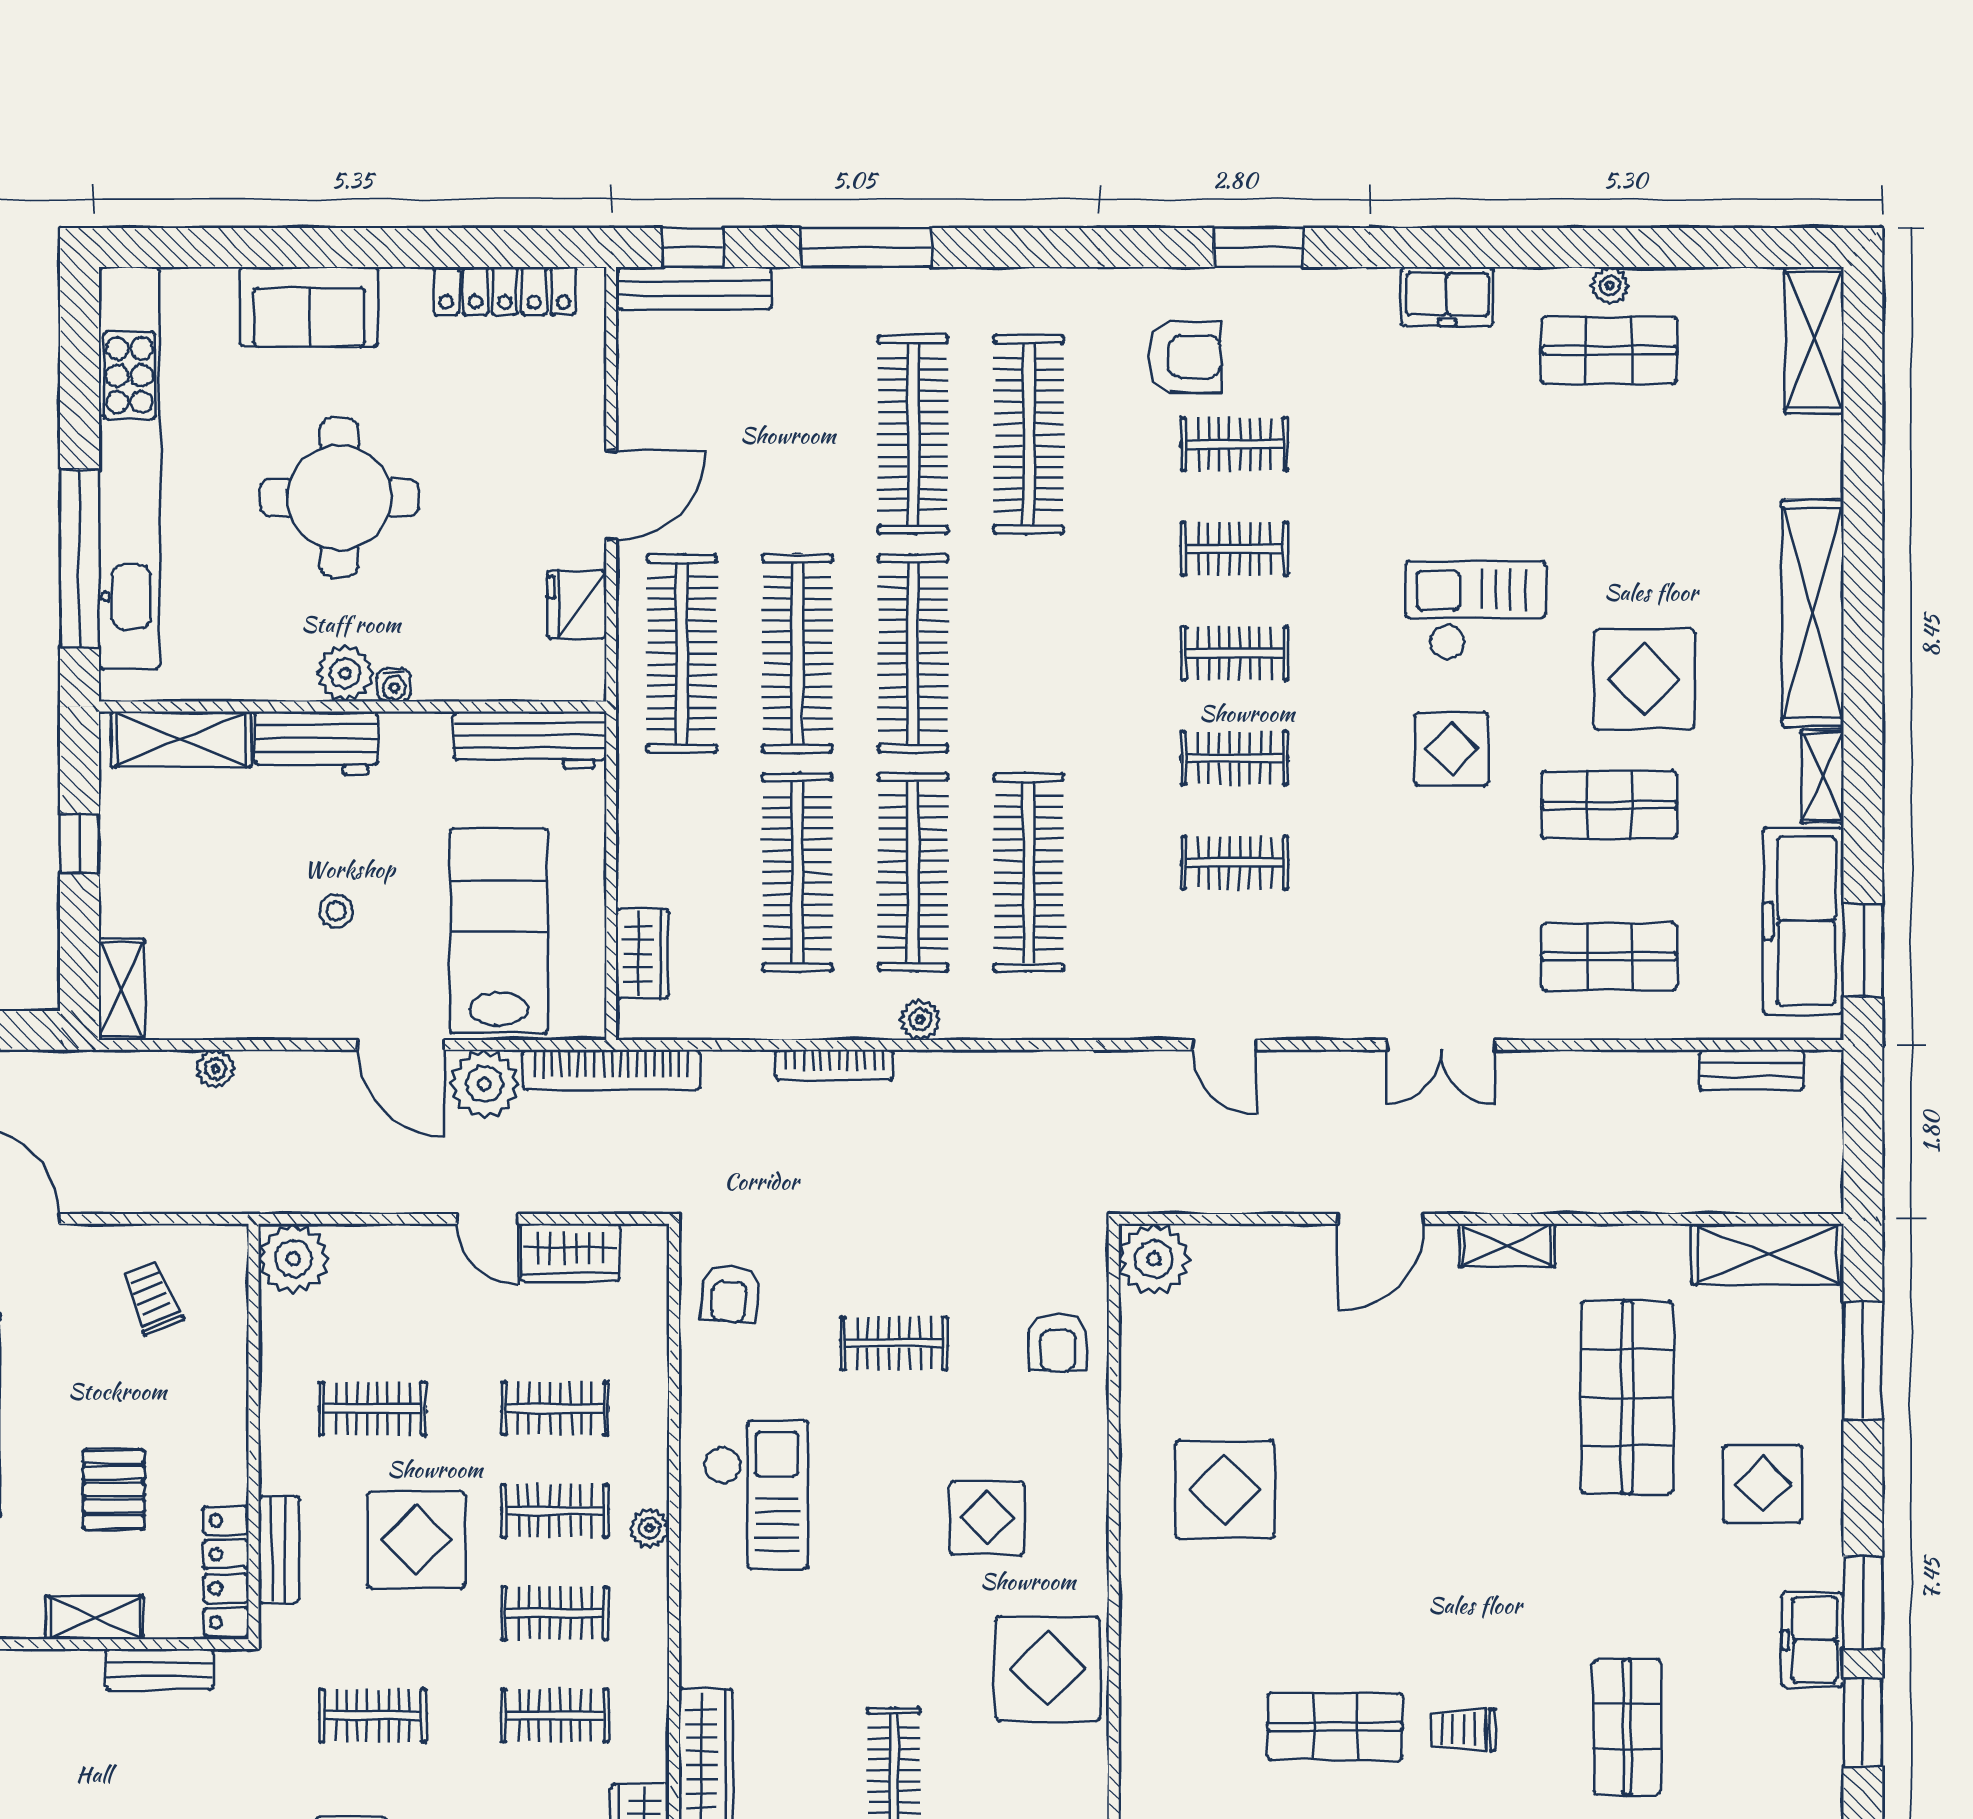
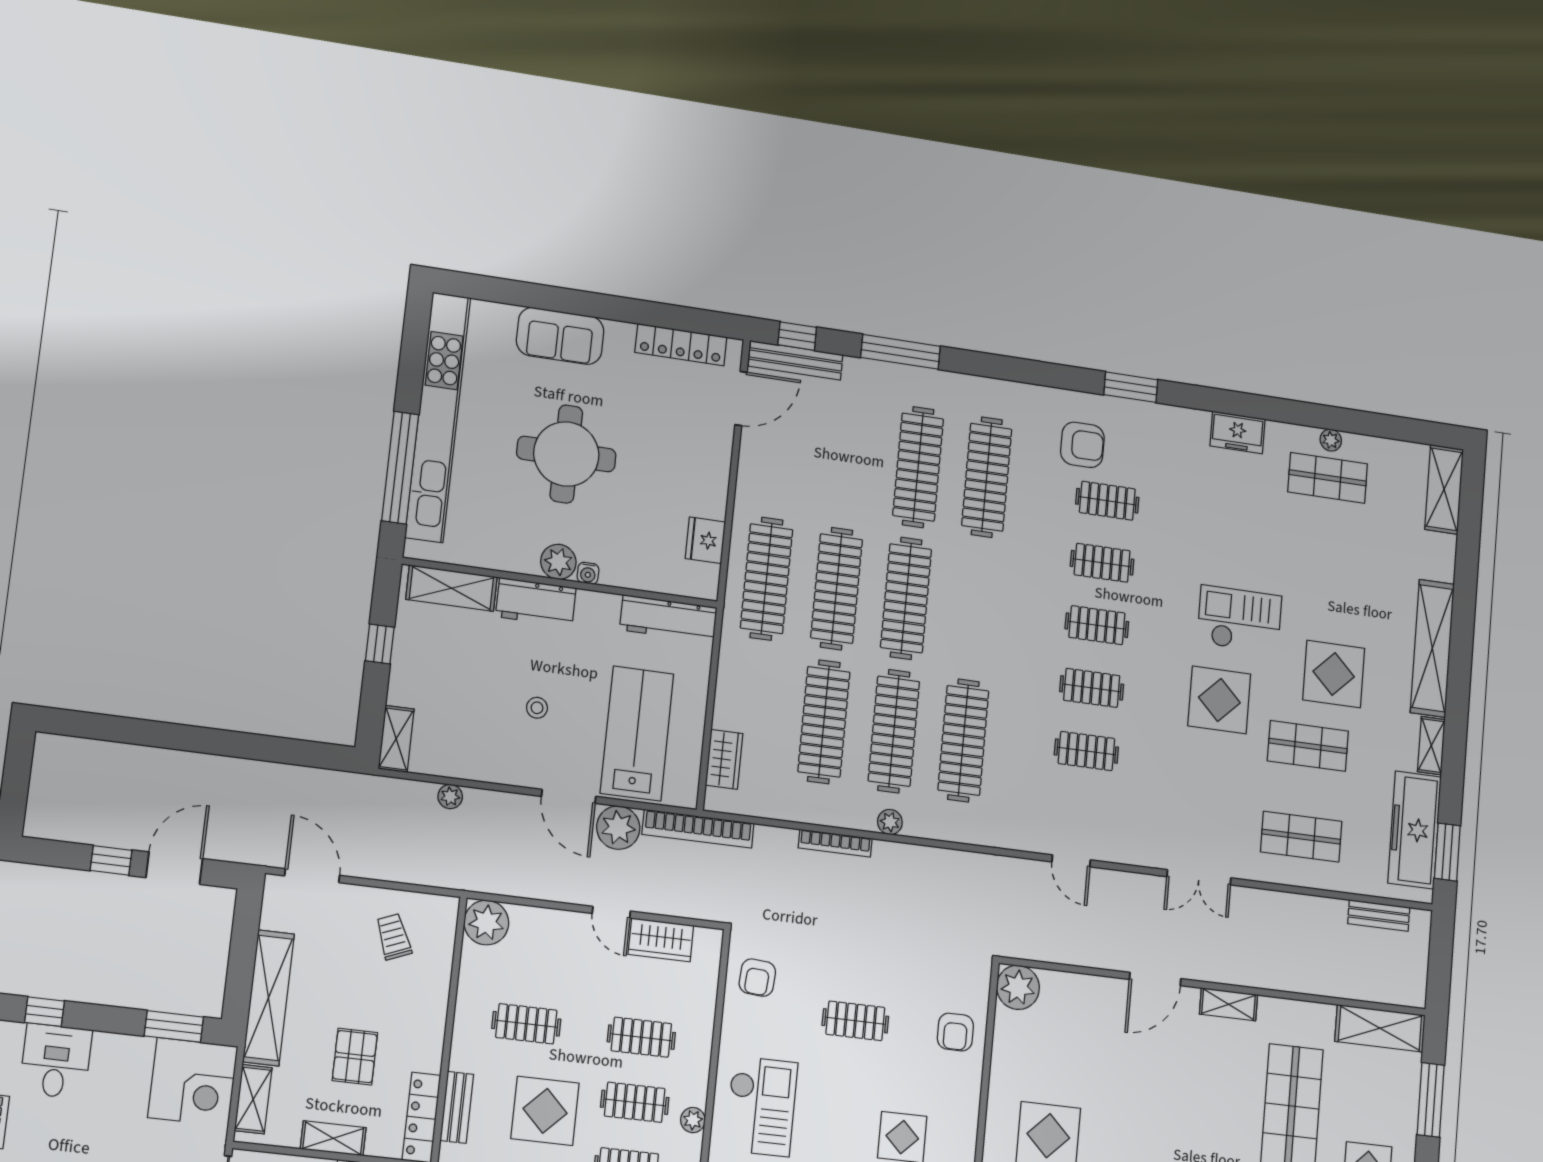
door: (611, 495) -> (741, 399), moved
display table: (1452, 749) -> (1219, 700), width x1.36, depth x1.36

